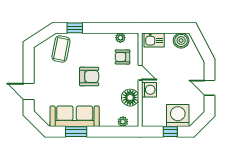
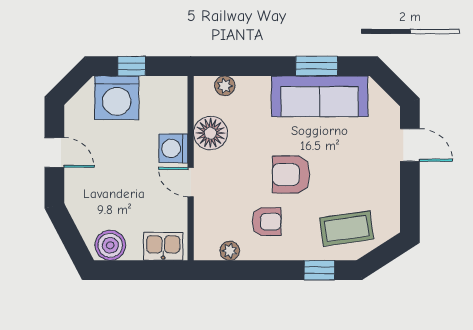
coffee table: (61, 49) -> (347, 229), turned 71
armchair: (122, 57) -> (267, 222), moved

